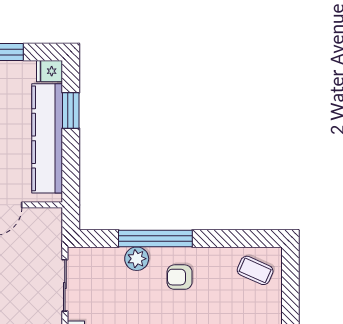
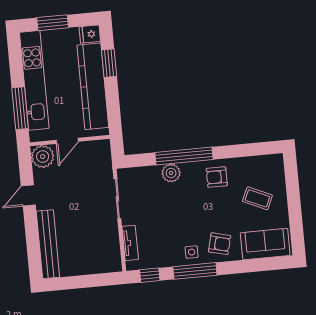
coffee table: (255, 270) -> (257, 198), moved
armchair: (180, 277) -> (217, 177), moved

